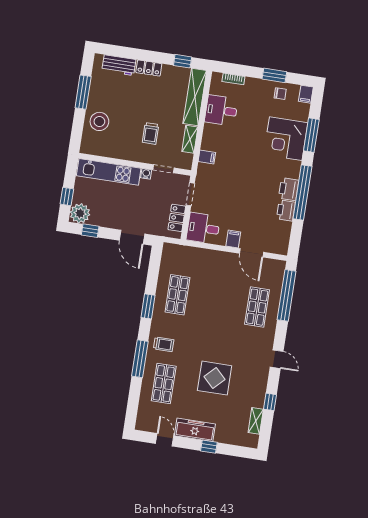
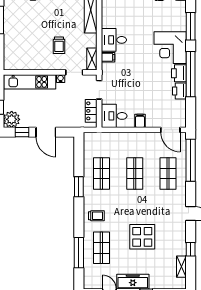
desk: (221, 110) -> (114, 40), moved
stool: (99, 121) -> (16, 42), removed
shelving: (190, 139) -> (92, 59), moved
corner desk: (286, 139) -> (170, 48), moved
door: (132, 237) -> (46, 132), moved
door: (252, 253) -> (170, 130), moved
shop shelf: (217, 301) -> (135, 173), added
window: (140, 359) -> (79, 253), moved

